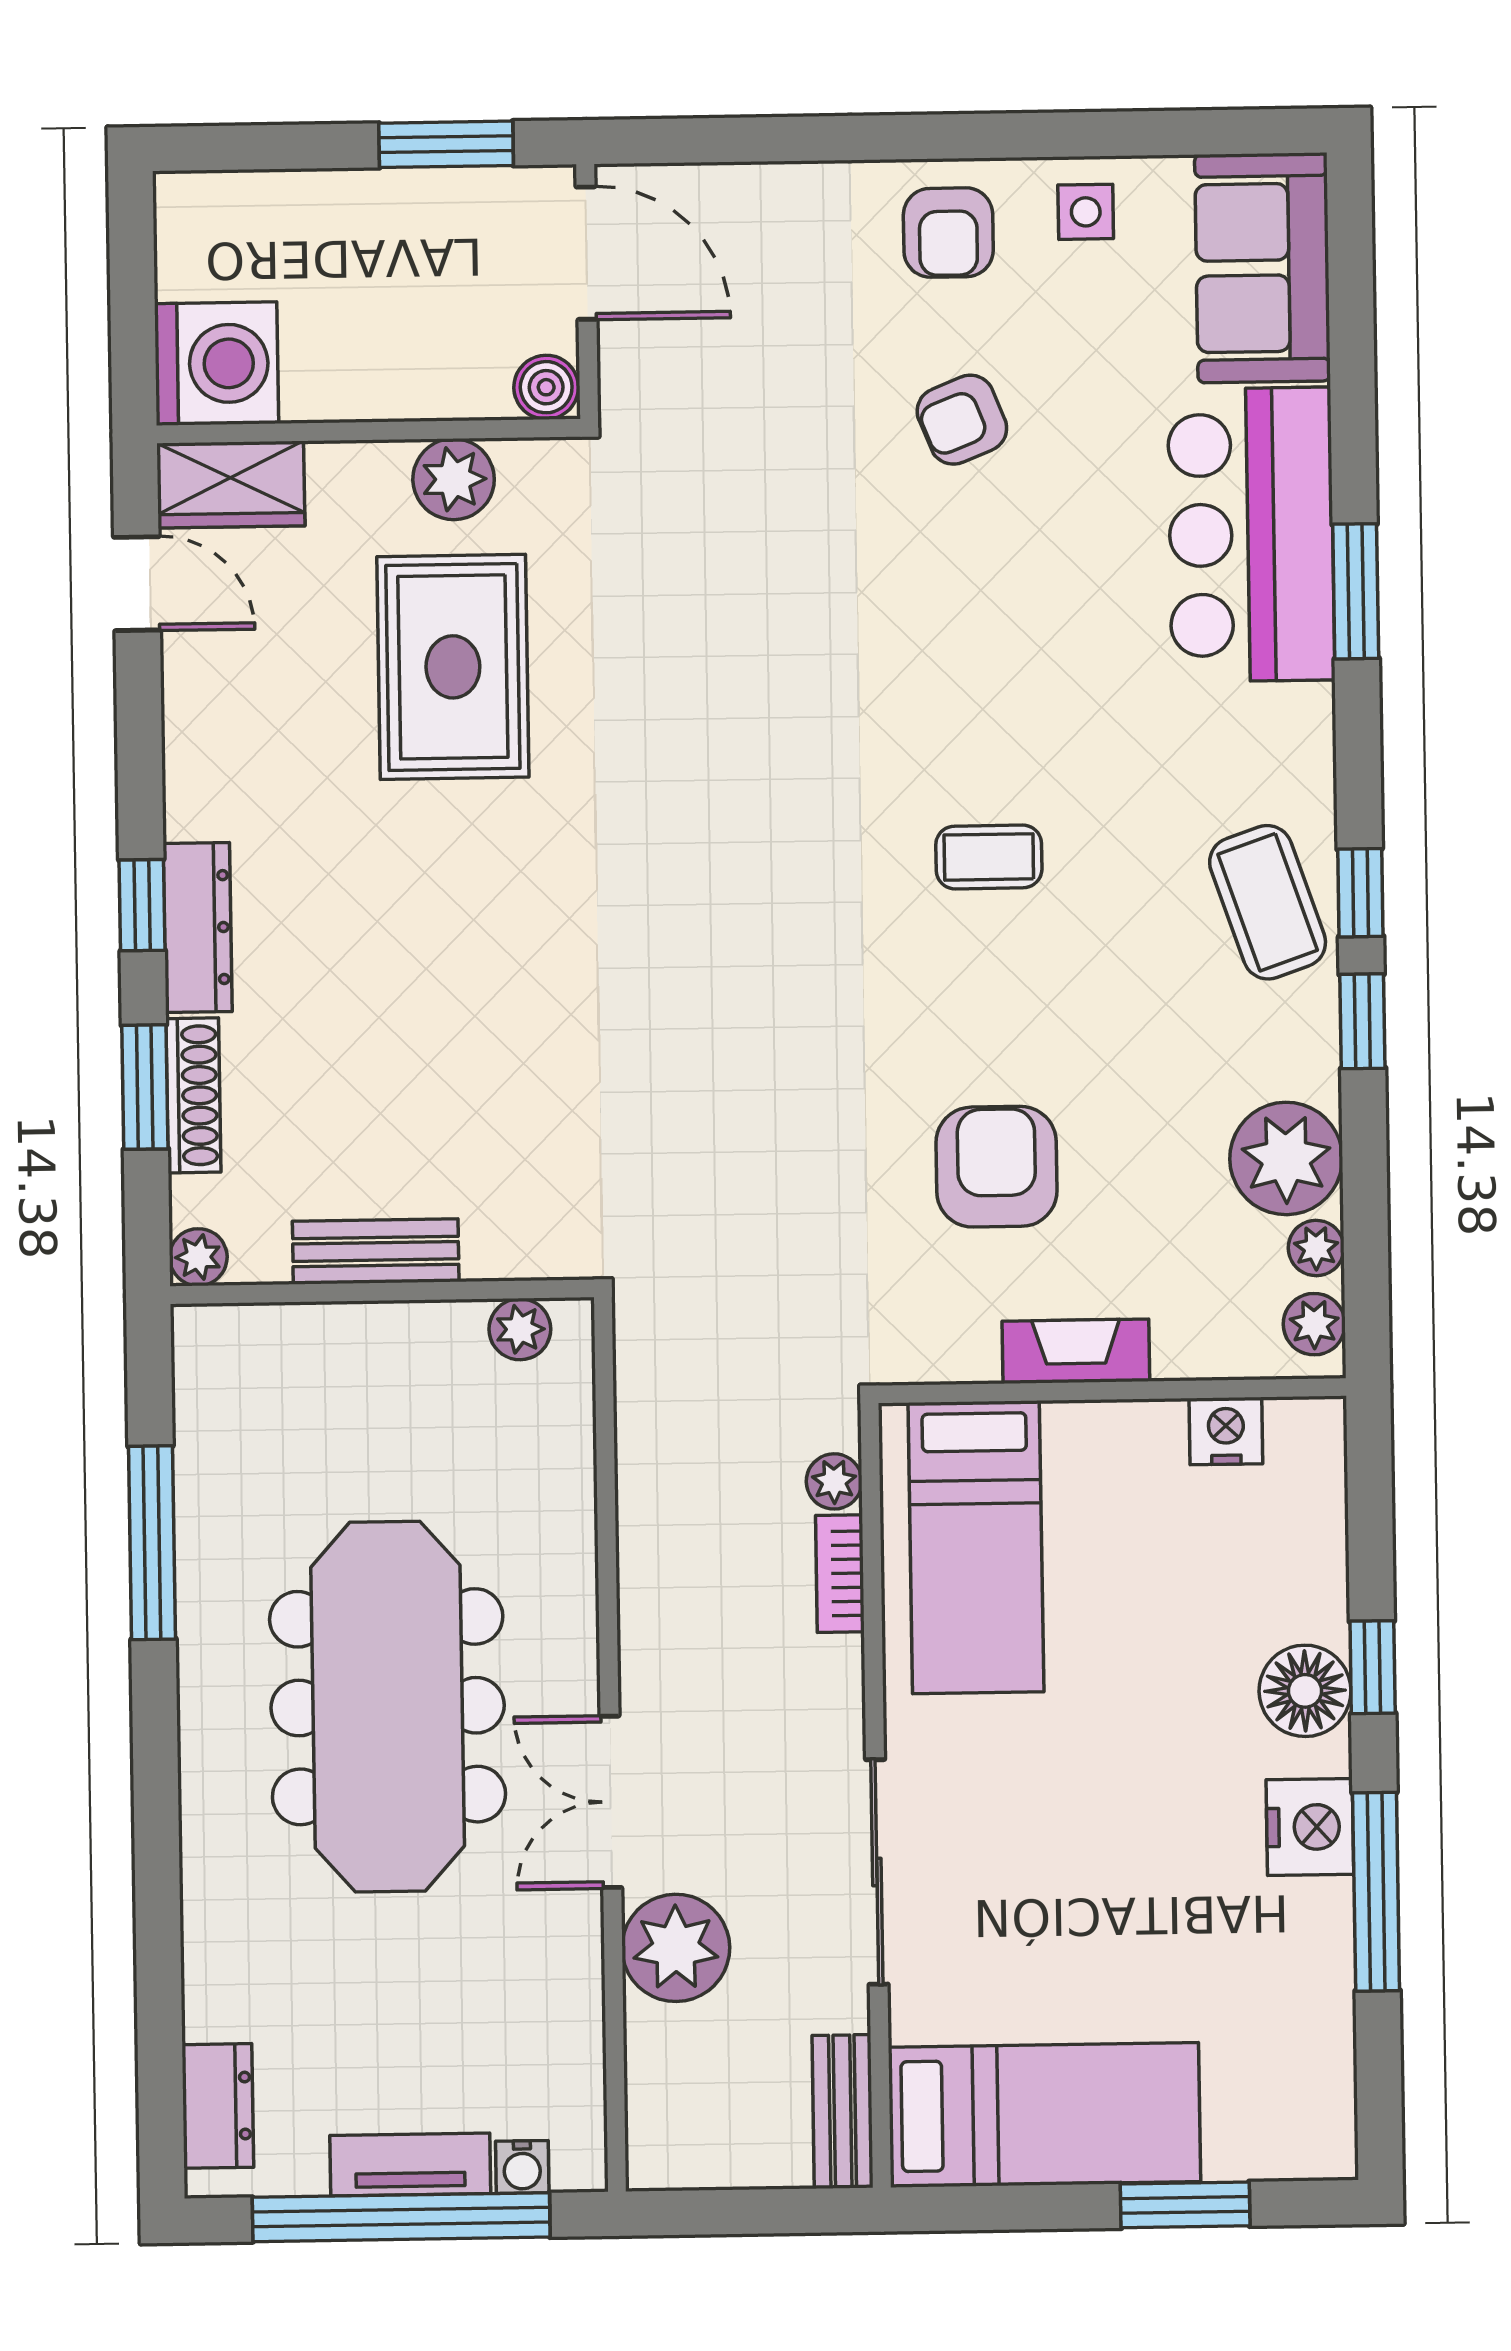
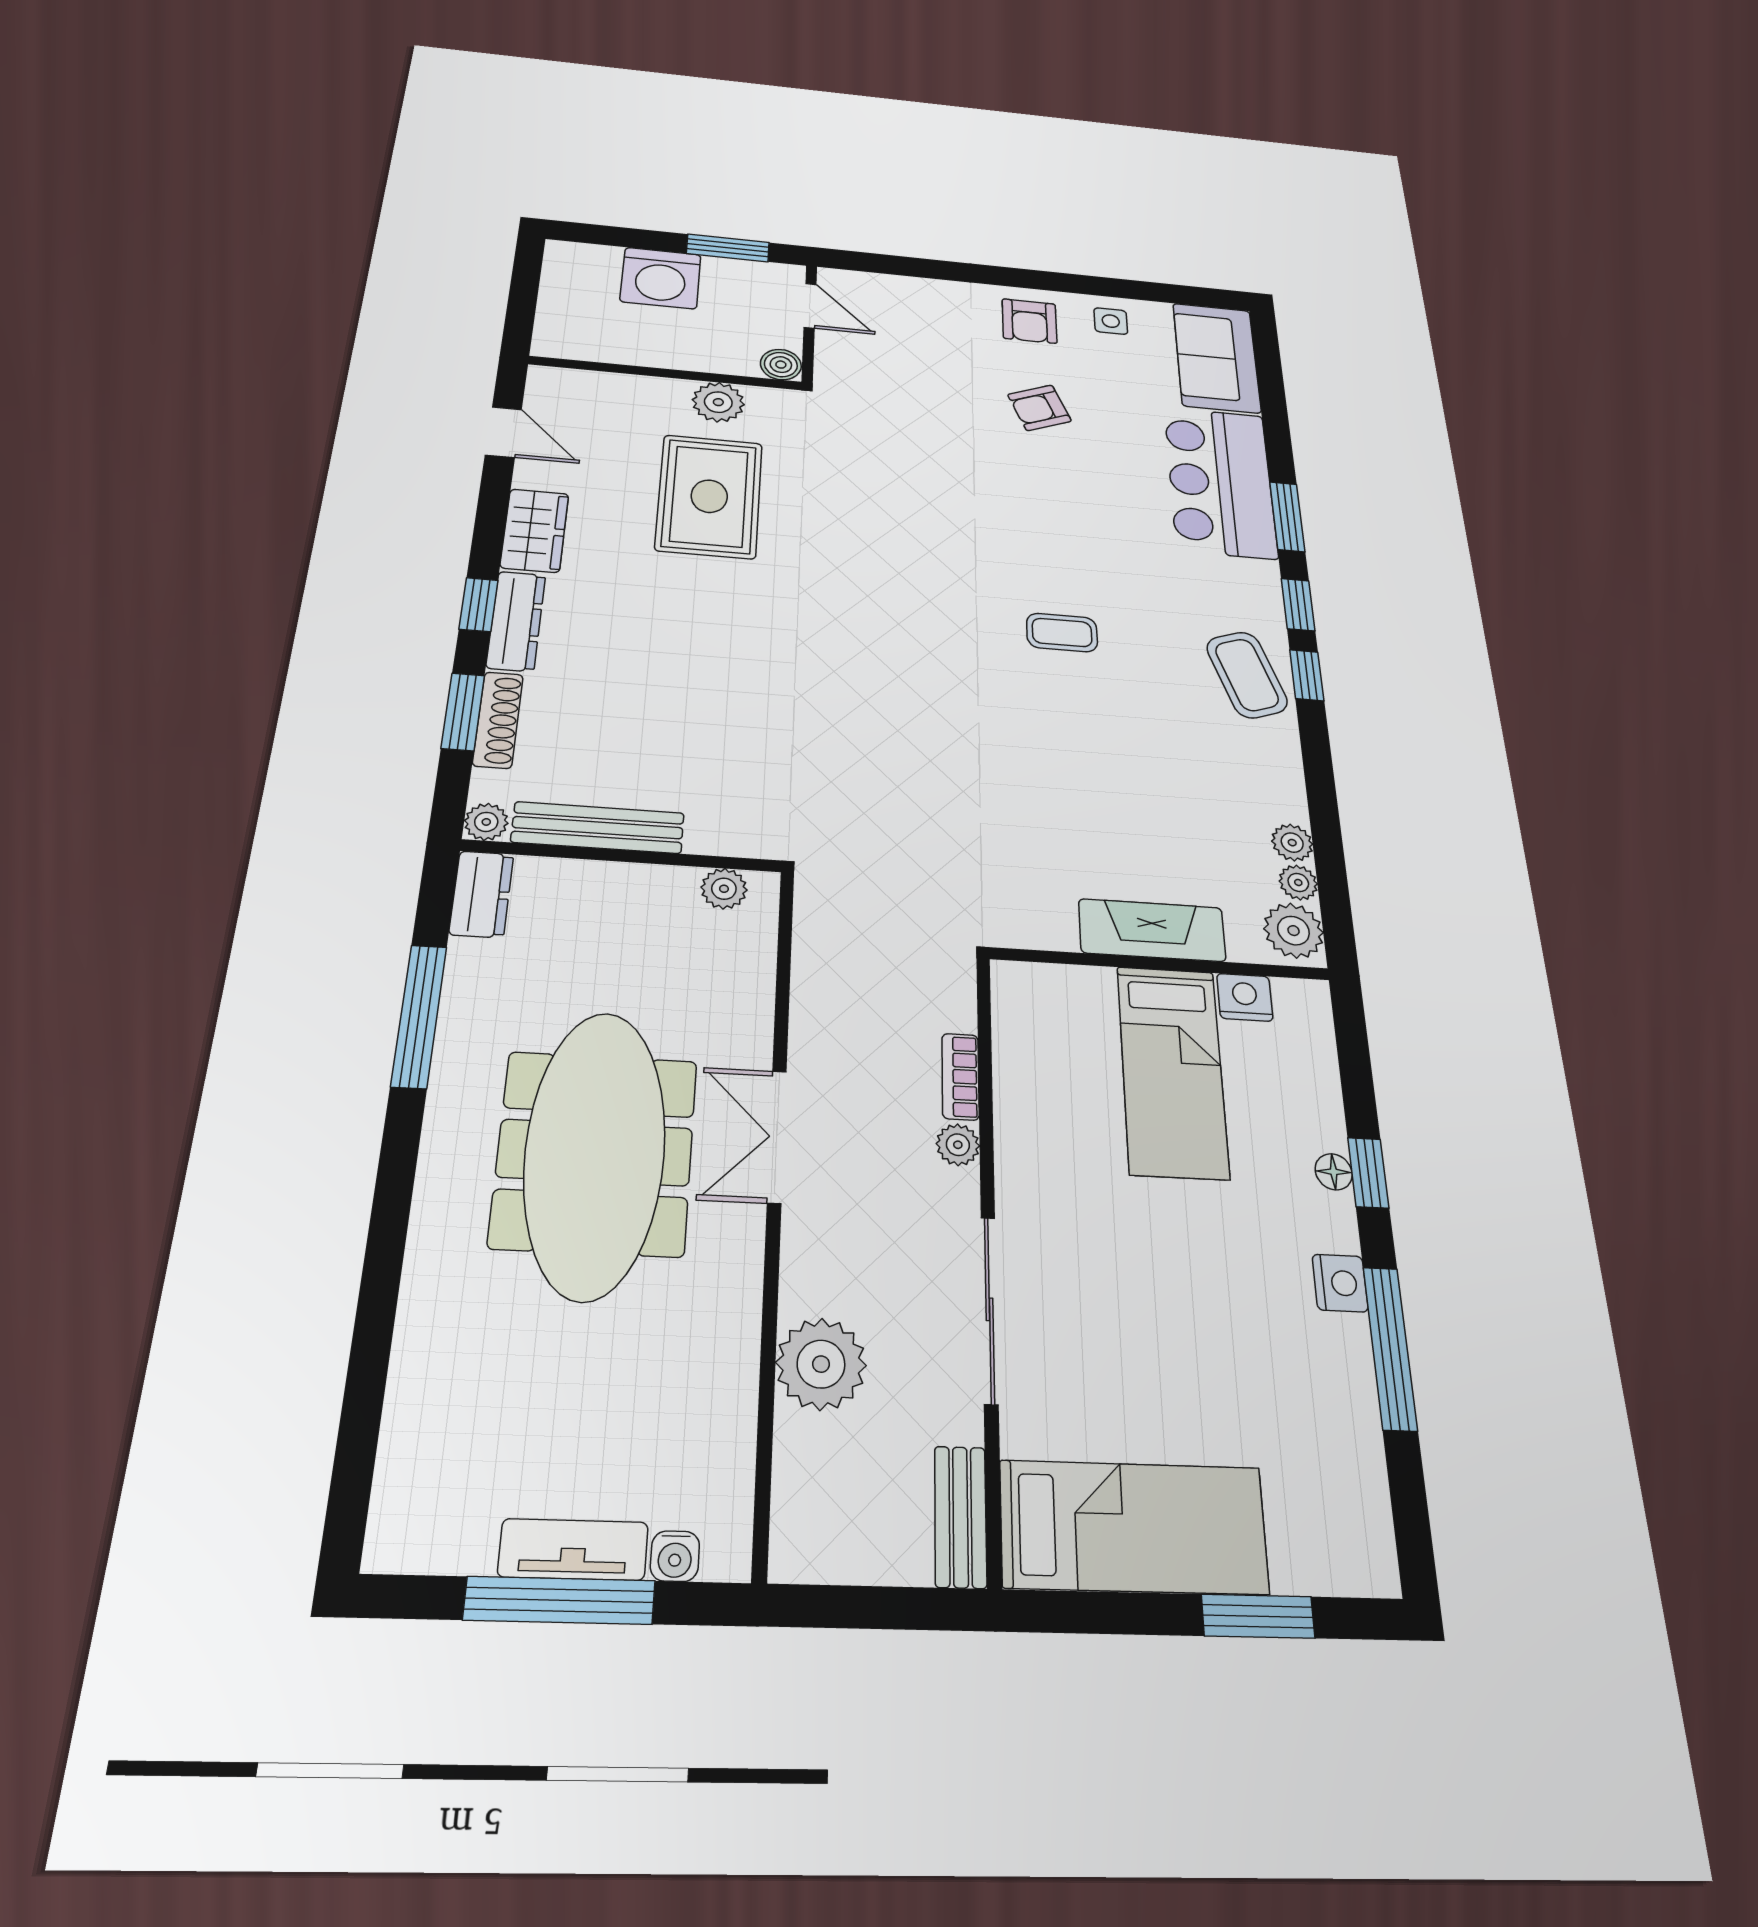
door: (587, 253) -> (810, 306), width x0.73
washing machine: (217, 364) -> (661, 278), moved, turned 90
wardrobe: (231, 485) -> (535, 530), moved, turned -90
window: (1362, 1021) -> (1298, 605), moved
plant: (1286, 1158) -> (1292, 843), width x0.53, depth x0.53
armchair: (997, 1167) -> (1072, 813), removed
bench: (376, 1251) -> (598, 828), width x1.36
plant: (1314, 1324) -> (1293, 931), width x1.38, depth x1.38
fireplace: (1076, 1351) -> (1152, 930), width x1.37, depth x1.32
plant: (834, 1481) -> (958, 1145), moved
bed: (976, 1547) -> (1172, 1071), moved
floor lamp: (1305, 1691) -> (1334, 1172), width x0.53, depth x0.53
double door: (611, 1802) -> (777, 1136), moved
nightstand: (1310, 1827) -> (1340, 1283), width x0.74, depth x0.75
dresser: (218, 2106) -> (481, 894), moved
window: (401, 2217) -> (560, 1600), width x0.68

